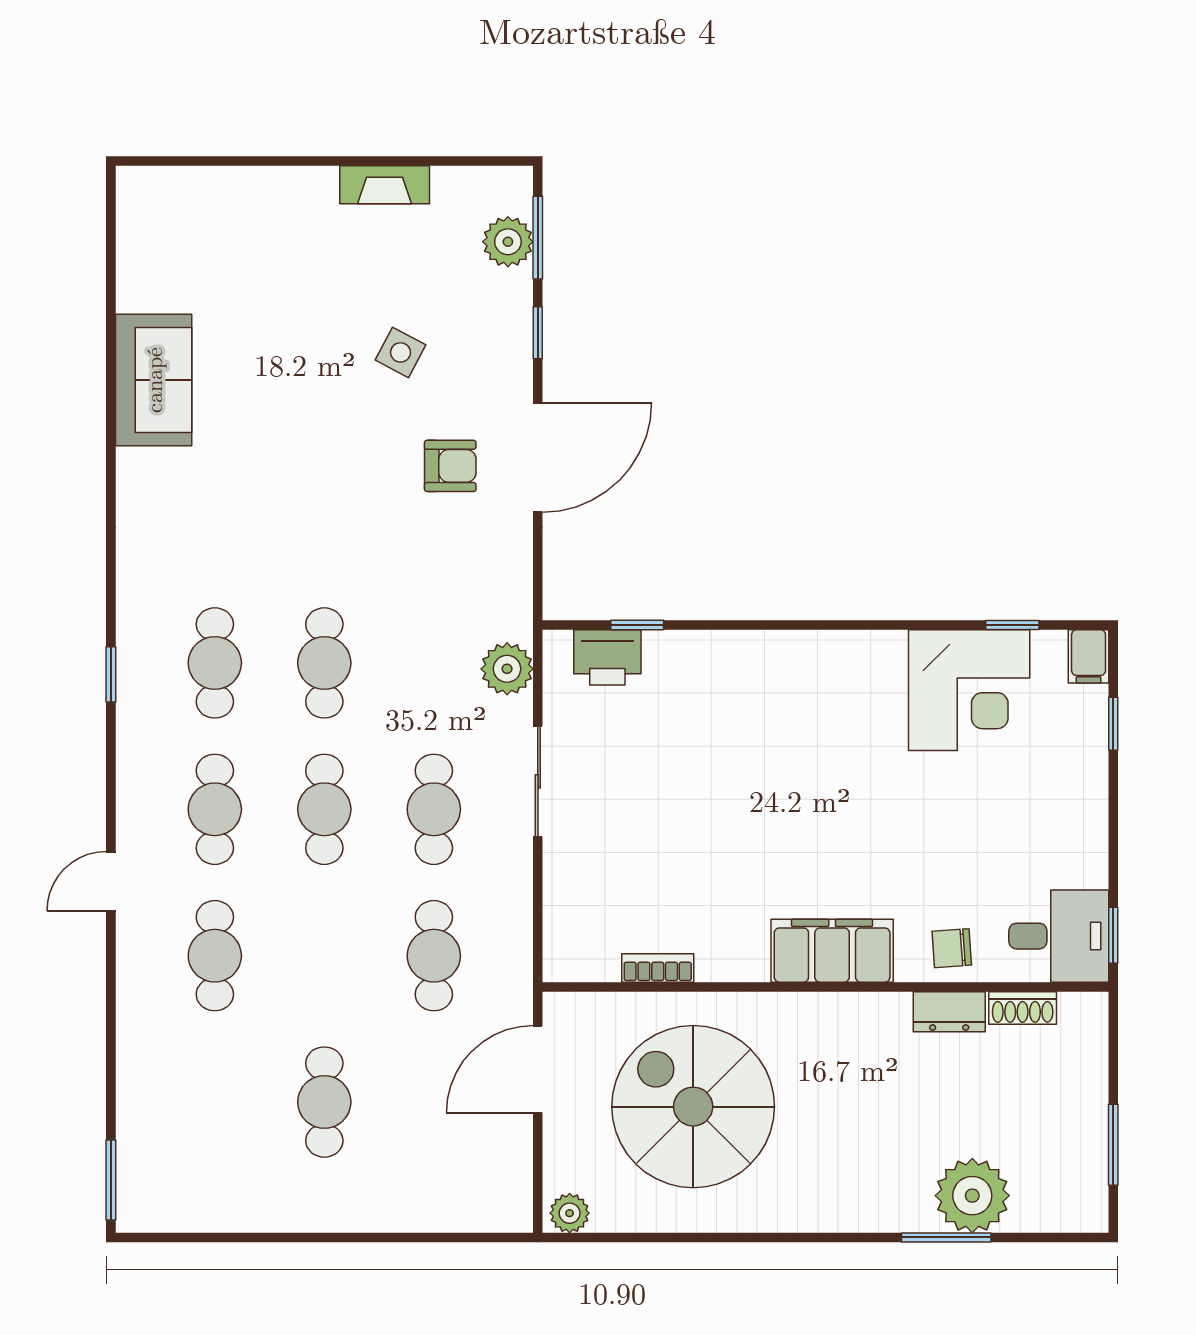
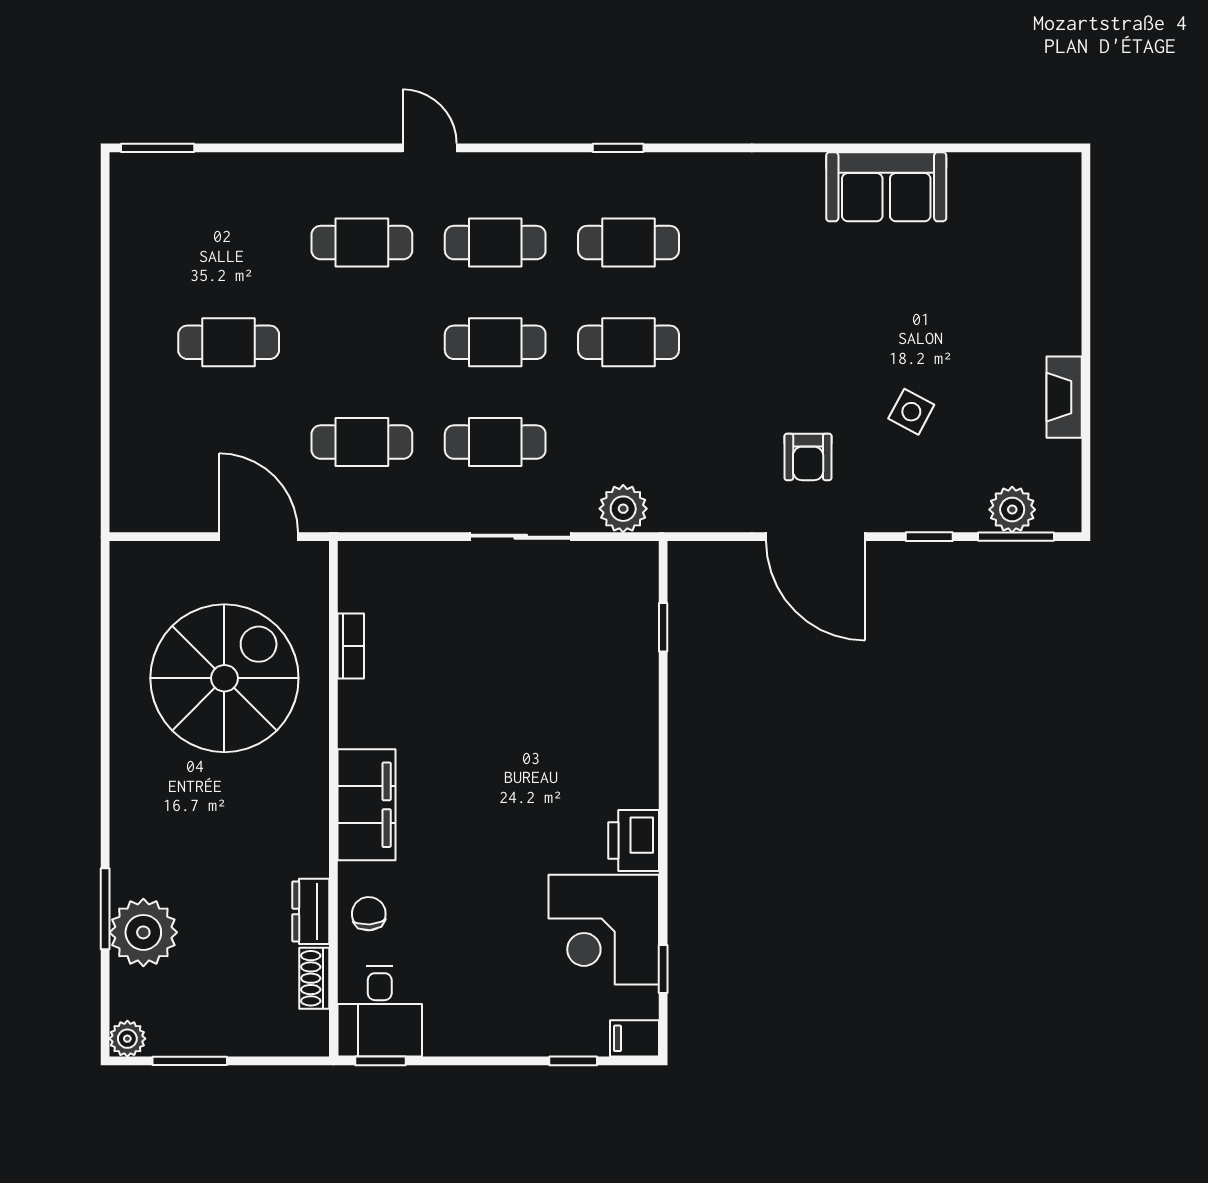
printer: (607, 657) -> (634, 841), moved
plant: (570, 1213) -> (127, 1039), moved

